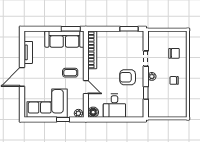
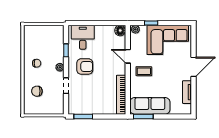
desk: (114, 106) -> (83, 37), moved

